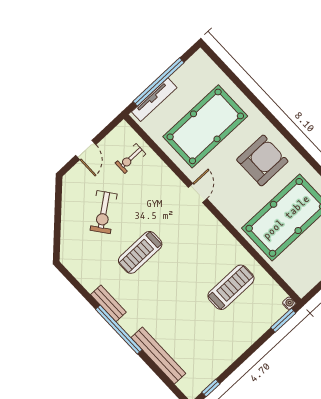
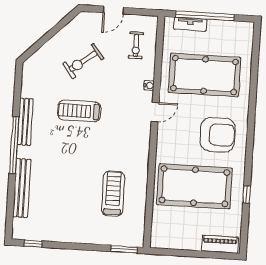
tv unit: (154, 100) -> (190, 24), width x0.71
exercise bike: (130, 158) -> (136, 45), turned -90
treadmill: (231, 287) -> (113, 194), turned -90
bench: (108, 303) -> (25, 122), width x1.36
water cooler: (289, 303) -> (149, 85), moved

